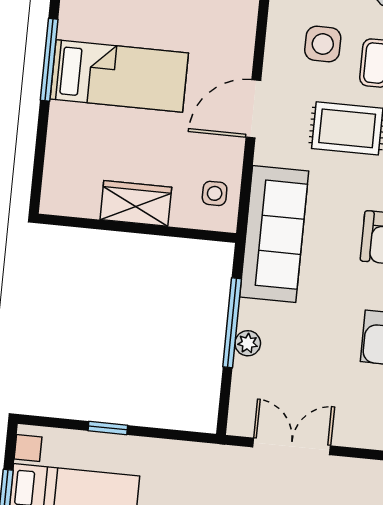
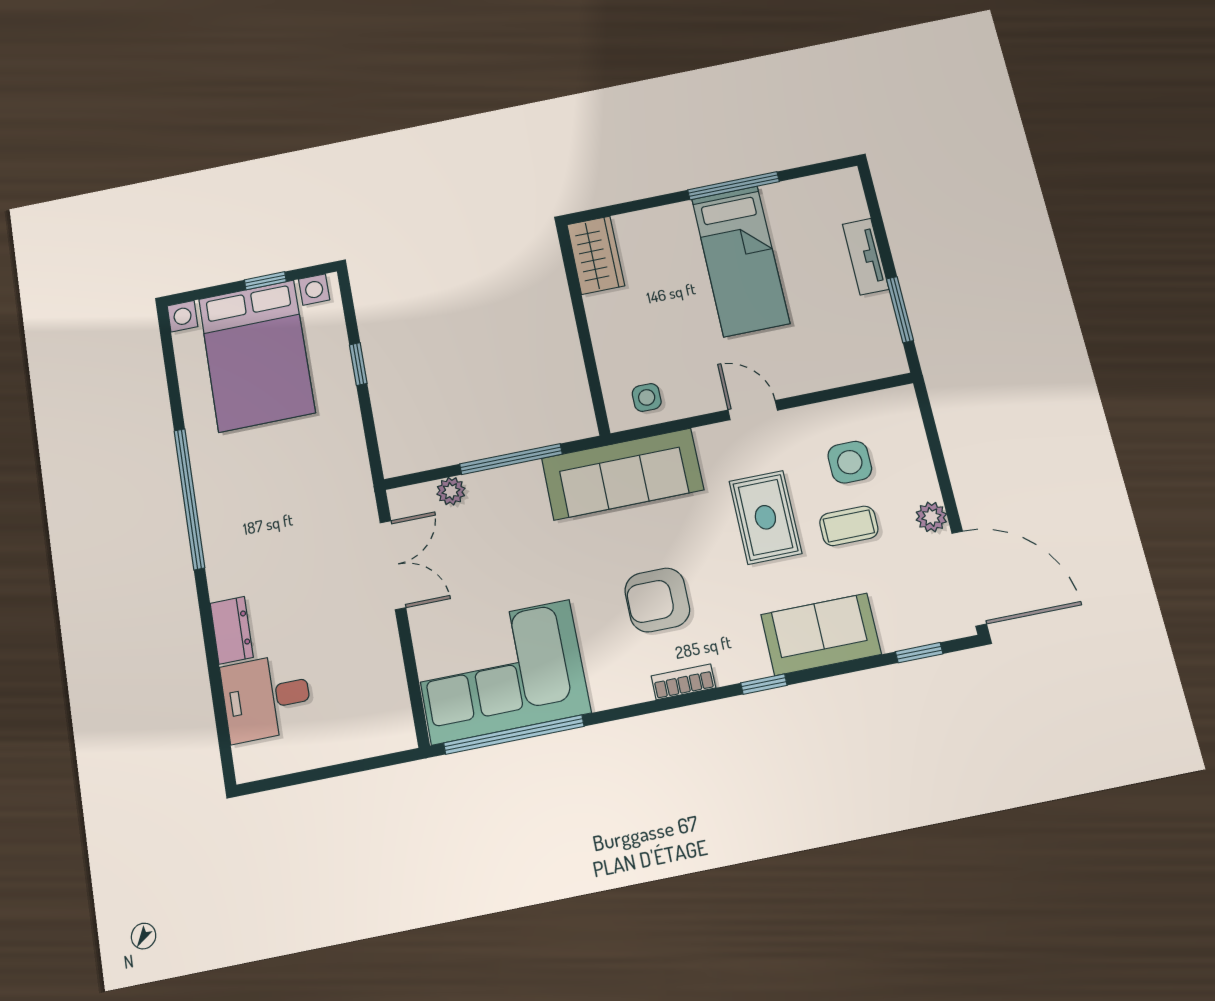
door: (253, 109) -> (753, 410), width x0.73
wardrobe: (136, 203) -> (596, 255), moved
plant: (248, 343) -> (451, 491), moved

